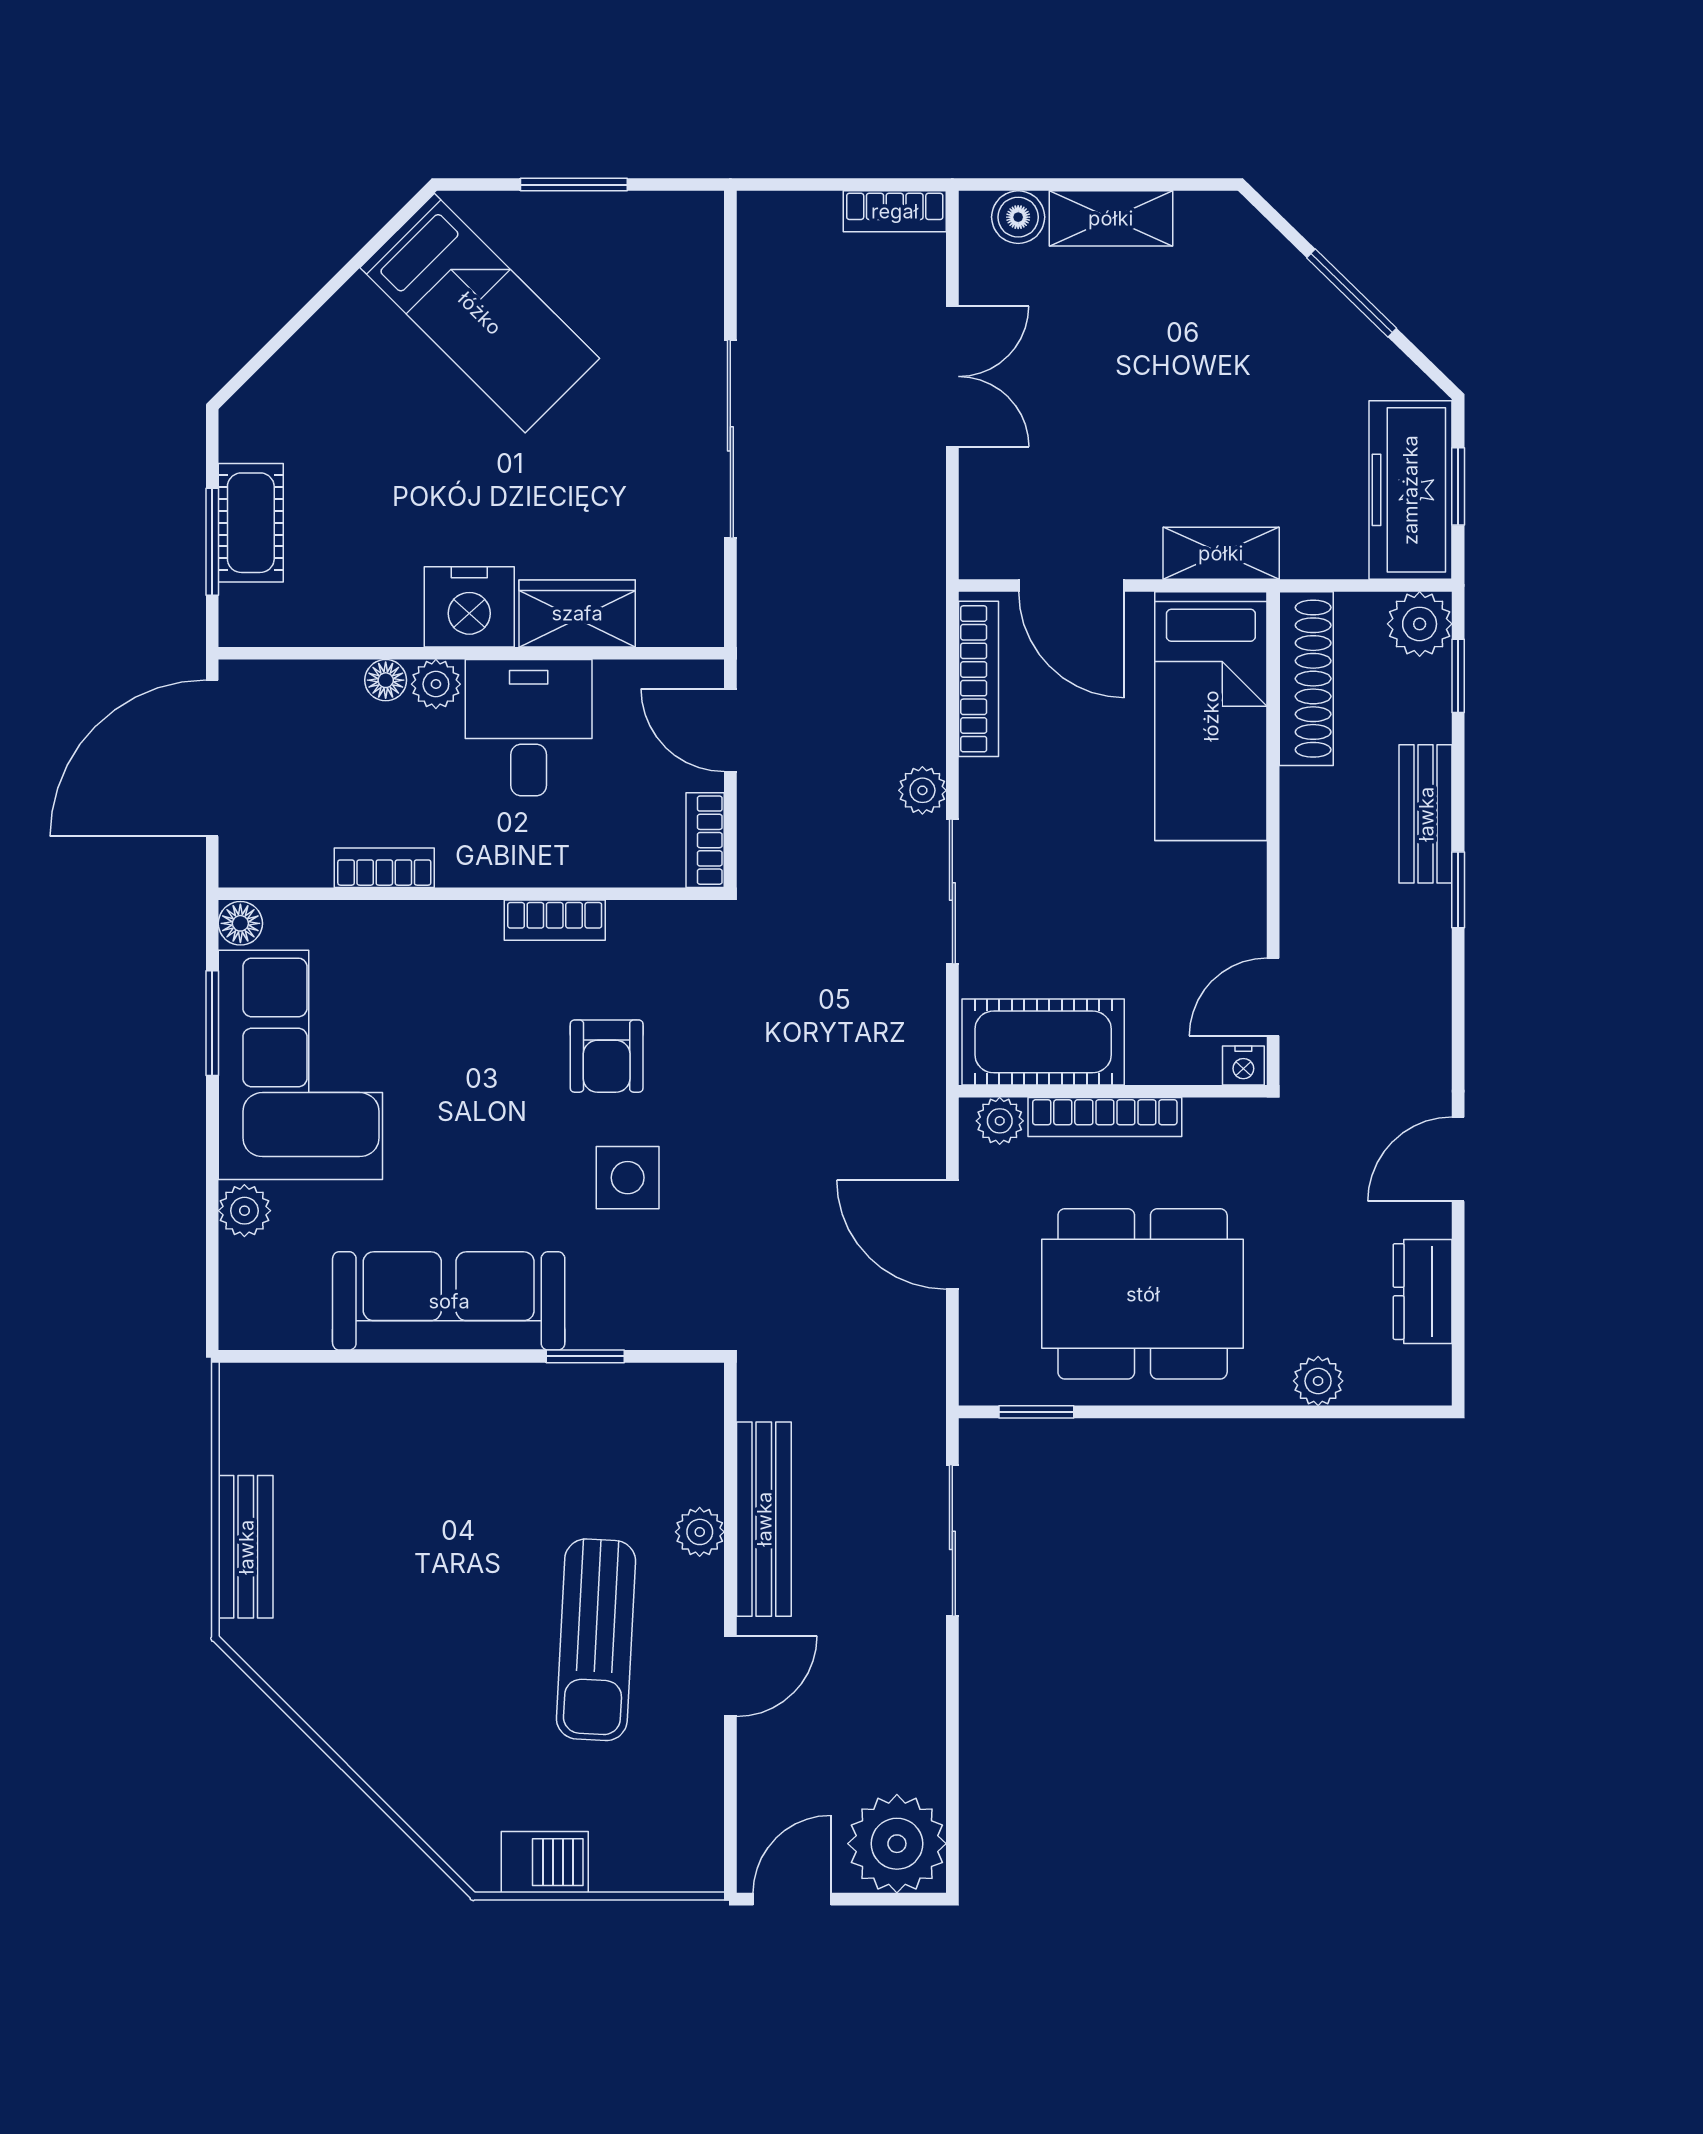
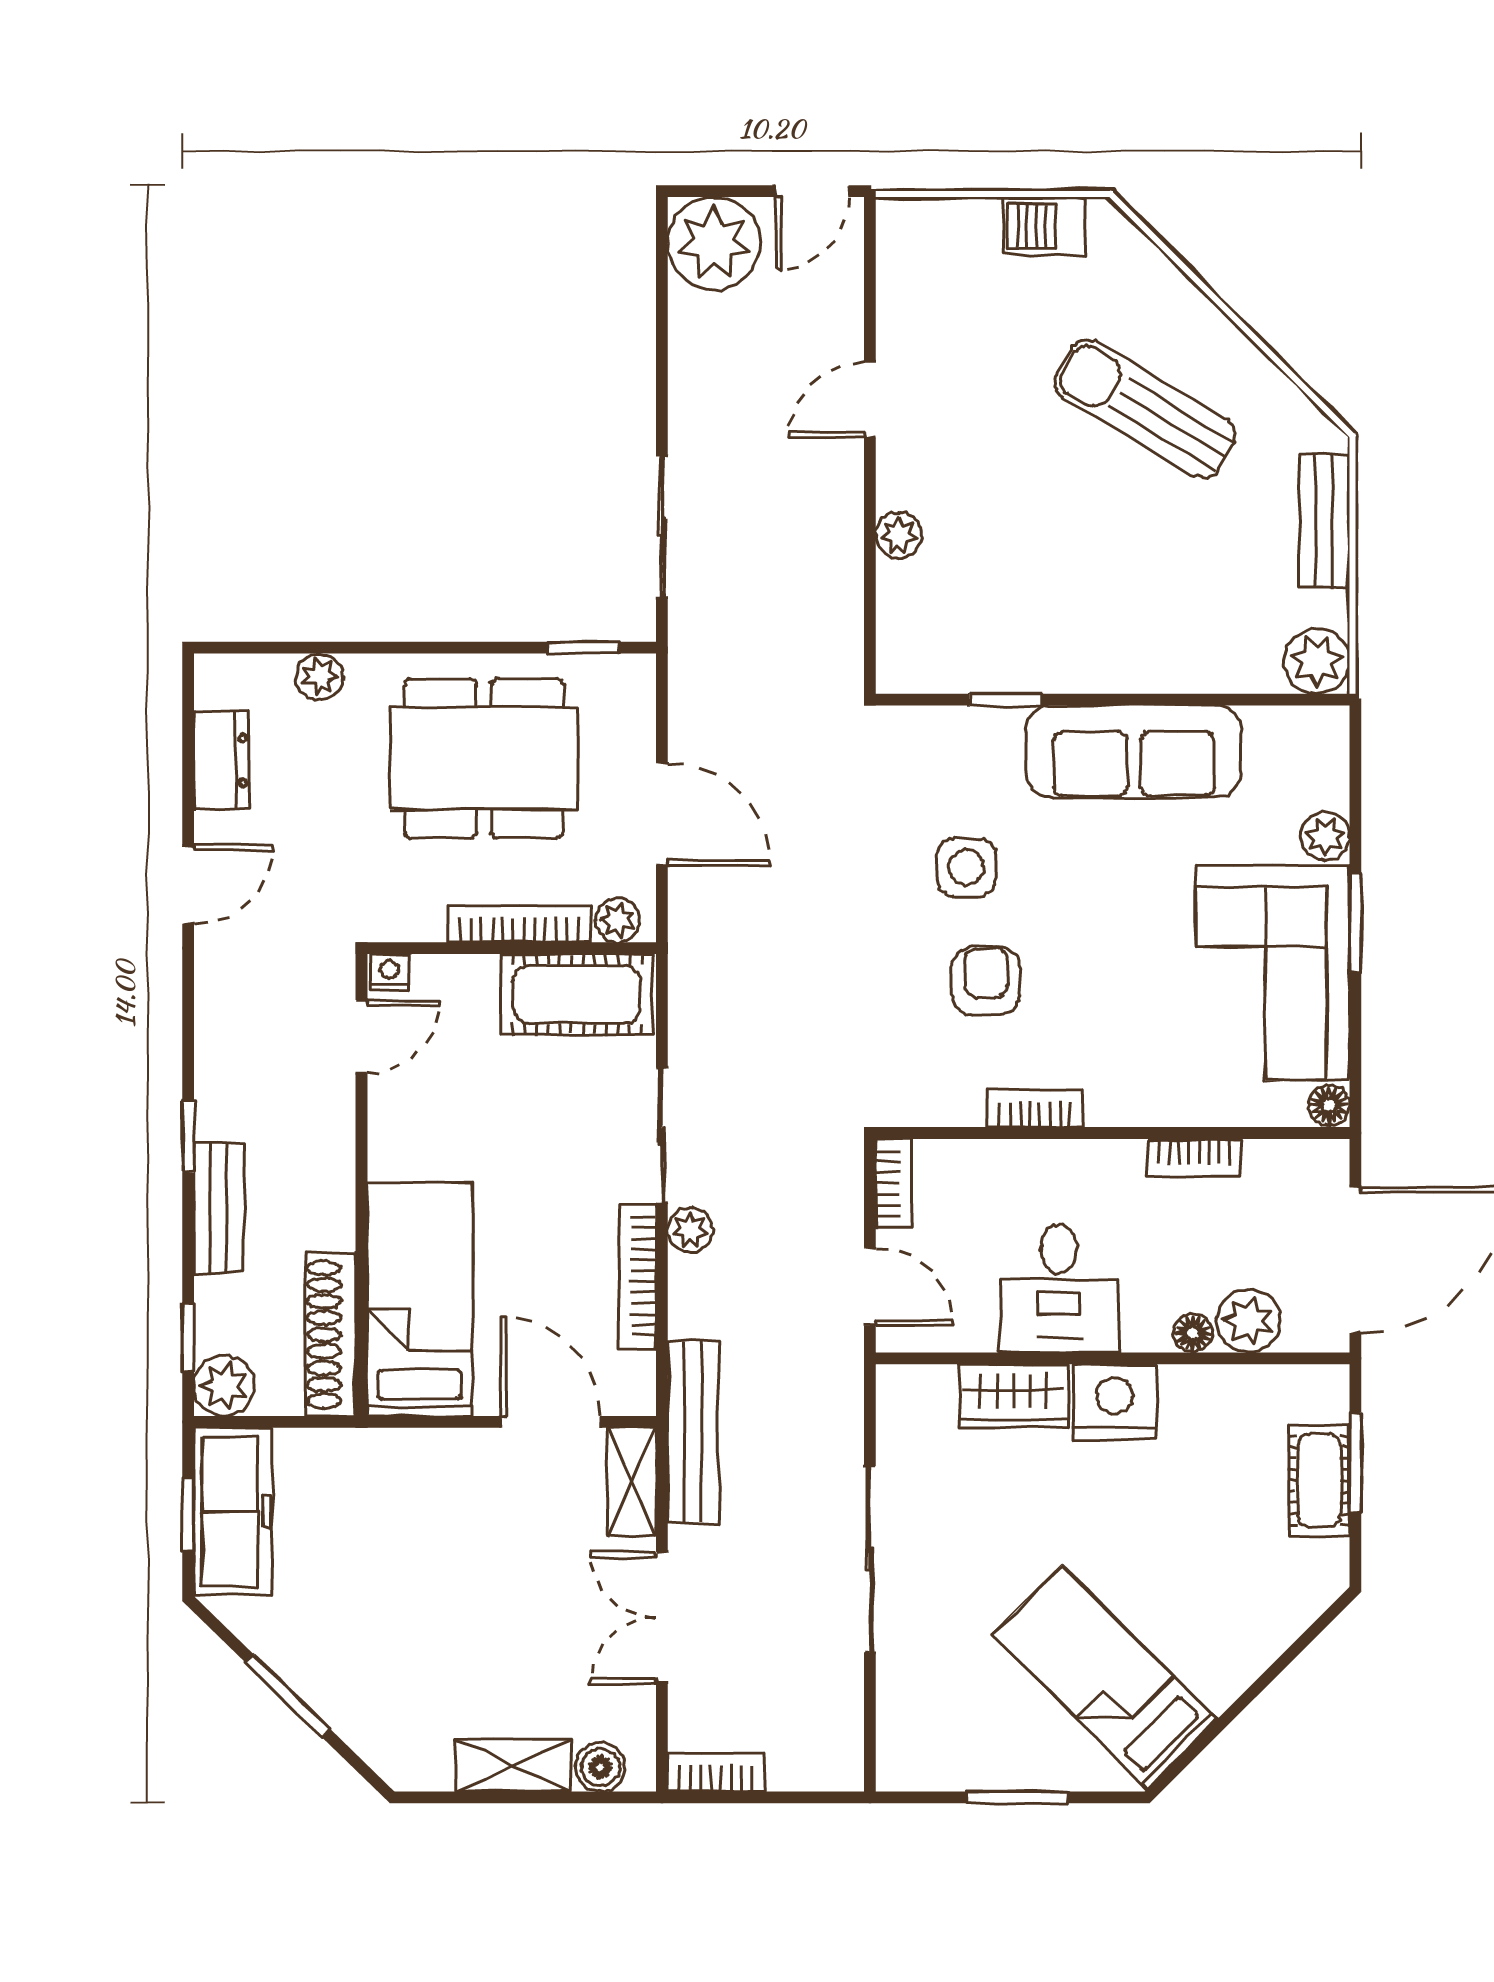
shelving: (1221, 553) -> (632, 1482), moved, turned 90
bookcase: (978, 679) -> (638, 1276), moved
plant: (436, 684) -> (1249, 1321), moved, width x1.38, depth x1.38
window: (212, 1023) -> (1355, 923), moved
plant: (253, 1397) -> (1317, 661), added
bench: (764, 1519) -> (693, 1432), moved
sun lounger: (596, 1640) -> (1145, 408), moved, turned -62

